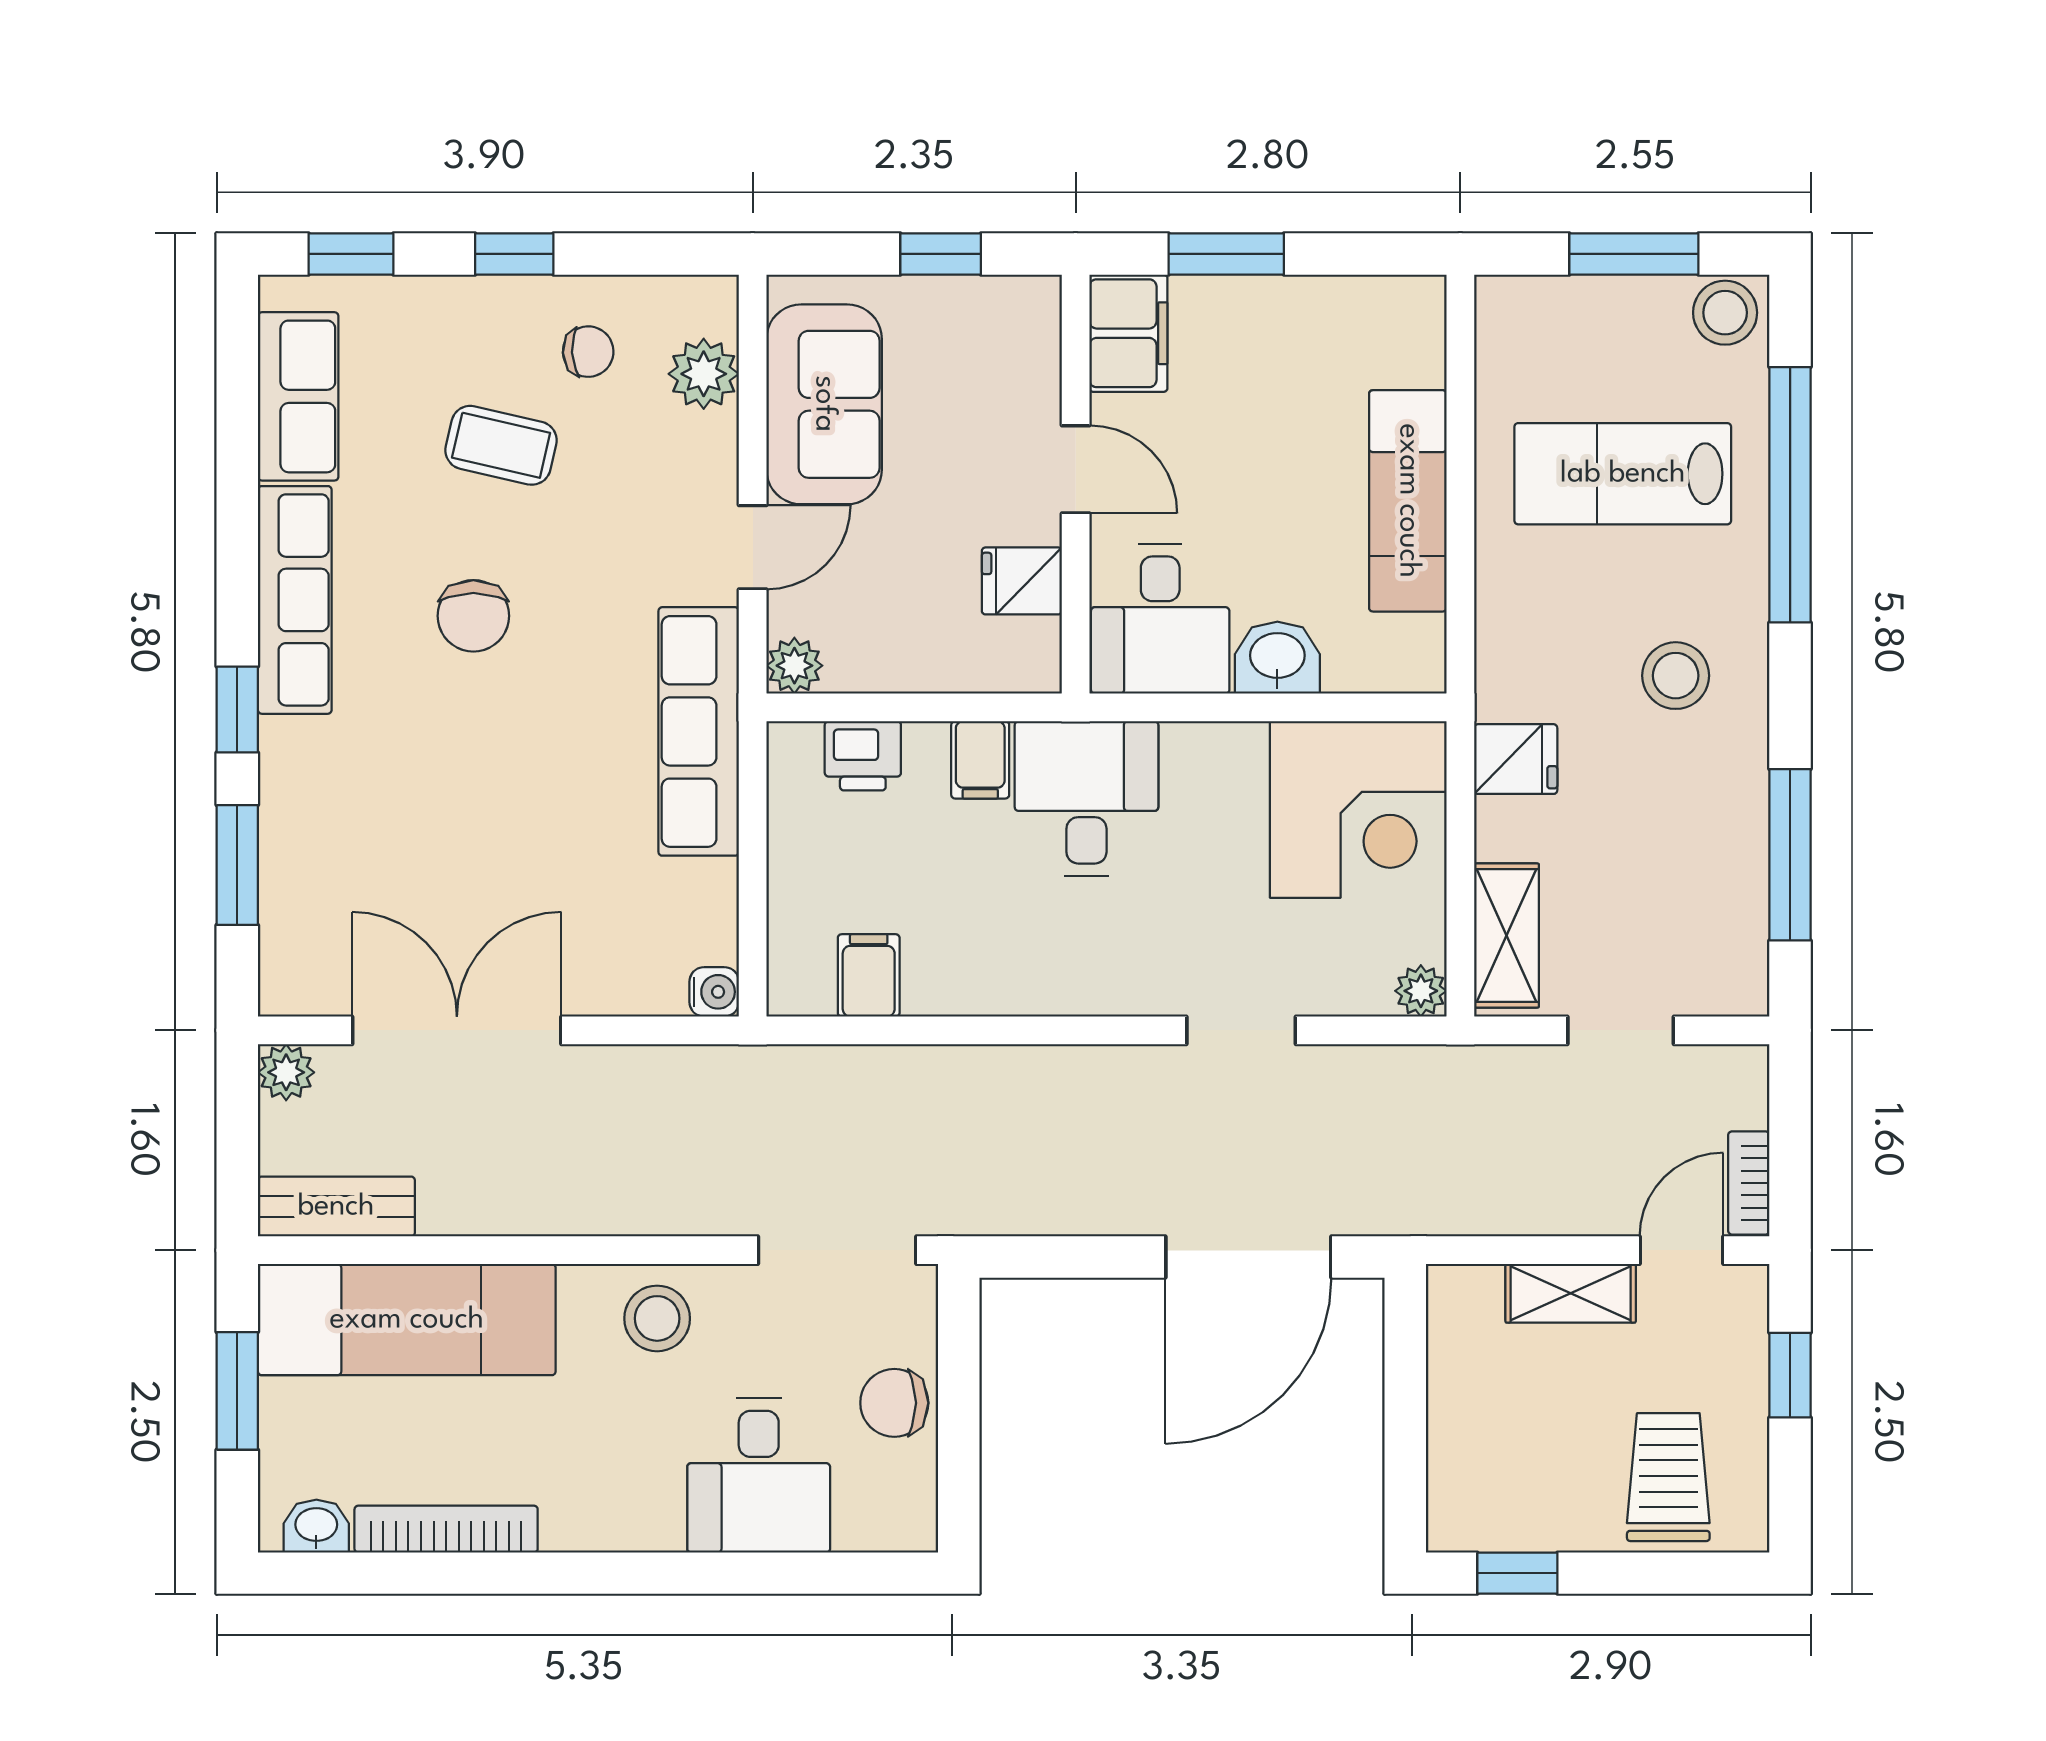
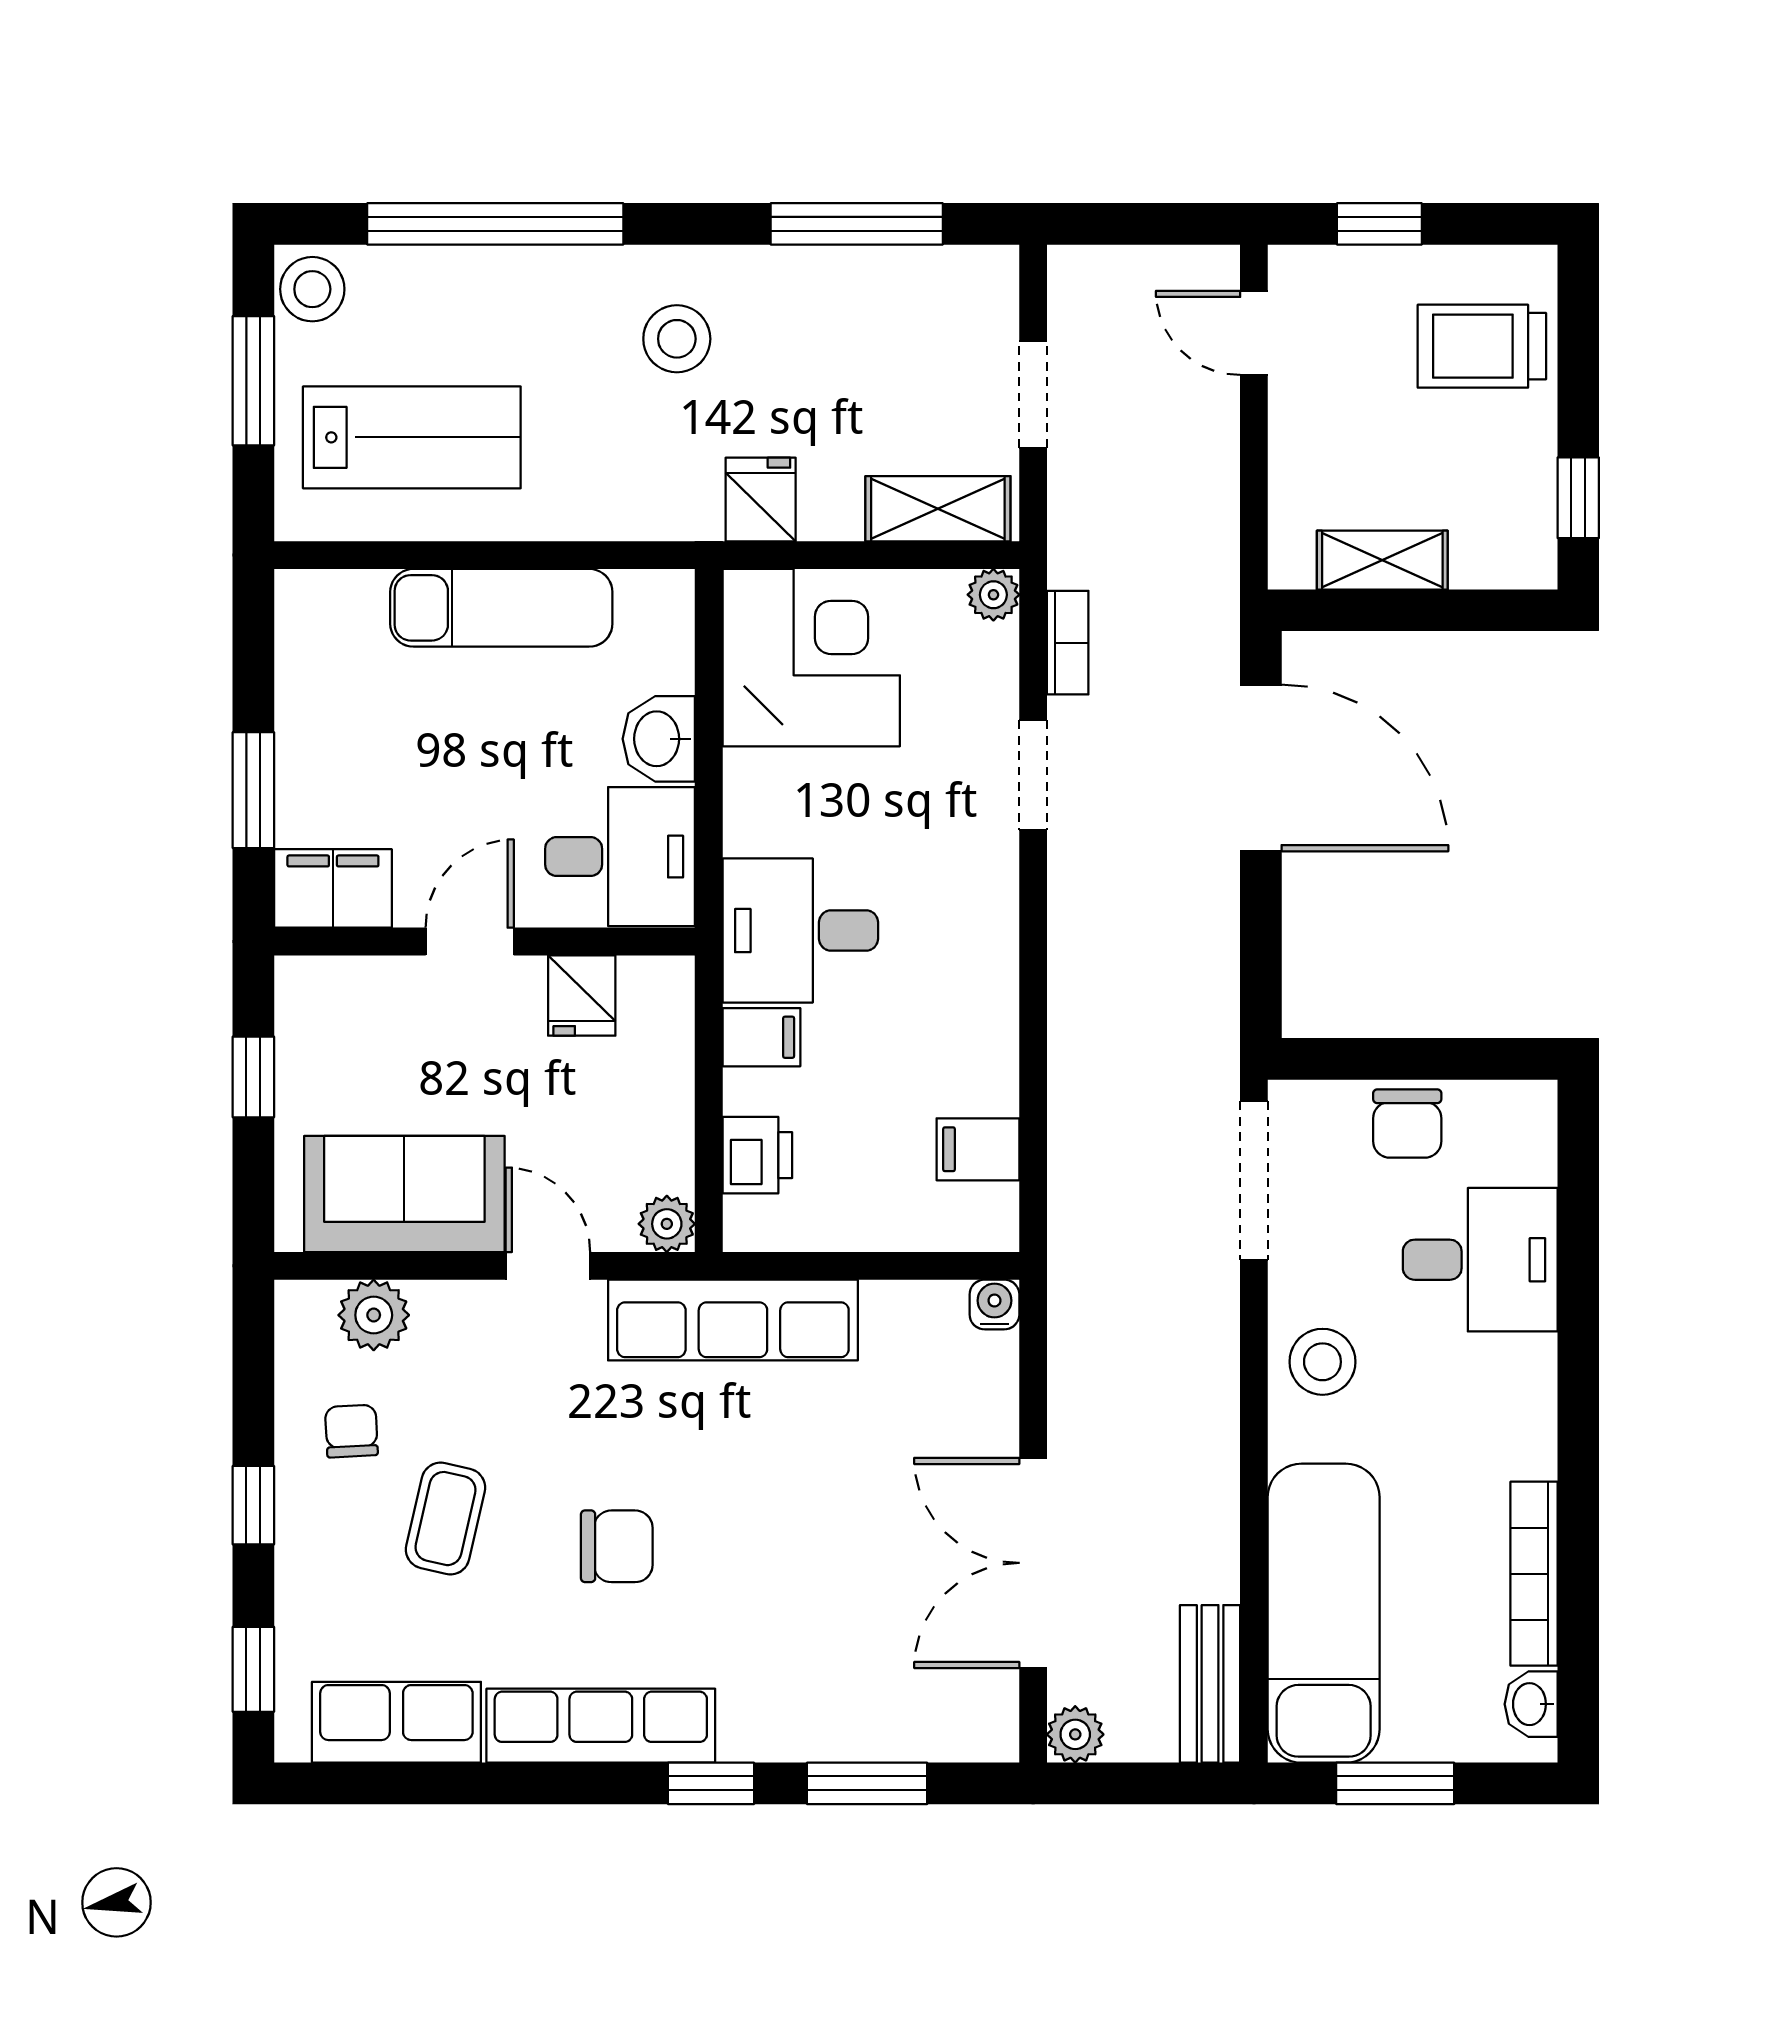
lab bench: (1623, 474) -> (412, 437), moved, turned -90
bookcase: (1749, 1183) -> (1068, 643), moved, turned -90
shelving: (1571, 1293) -> (1382, 560), moved, turned 90

